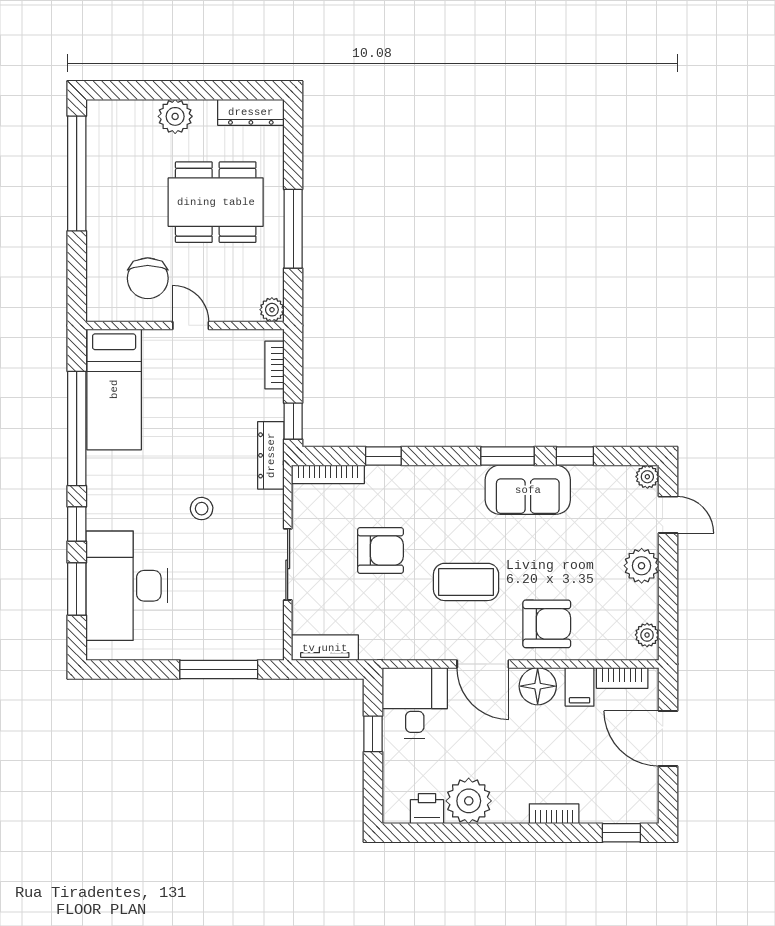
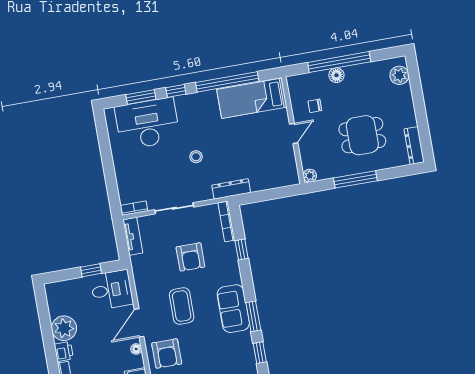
plant: (175, 116) -> (399, 75), moved
window: (77, 174) -> (339, 62), moved
dining table: (216, 202) -> (362, 135), width x0.73
floor lamp: (99, 230) -> (336, 75), added
chair: (148, 278) -> (315, 106), width x0.54, depth x0.54
bookcase: (275, 365) -> (134, 208), moved
window: (293, 421) -> (252, 198), removed
sofa: (528, 490) -> (233, 309), moved
window: (219, 669) -> (111, 181), removed
floor lamp: (538, 686) -> (136, 349), width x0.53, depth x0.53
printer: (427, 809) -> (64, 351), moved

